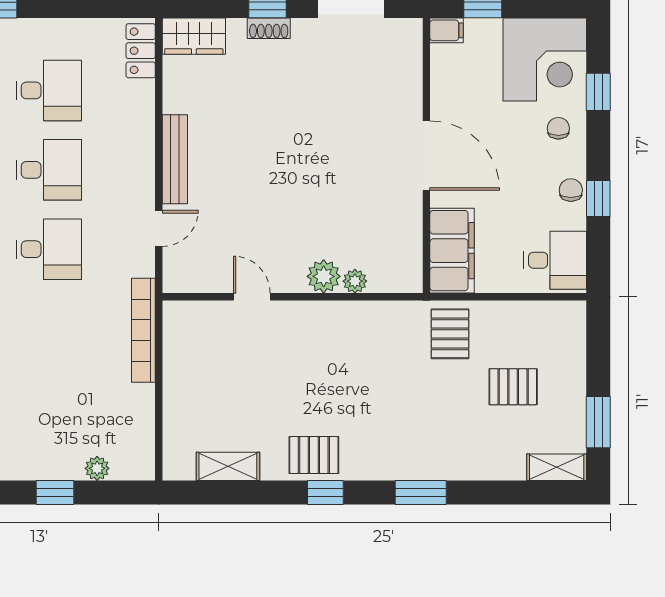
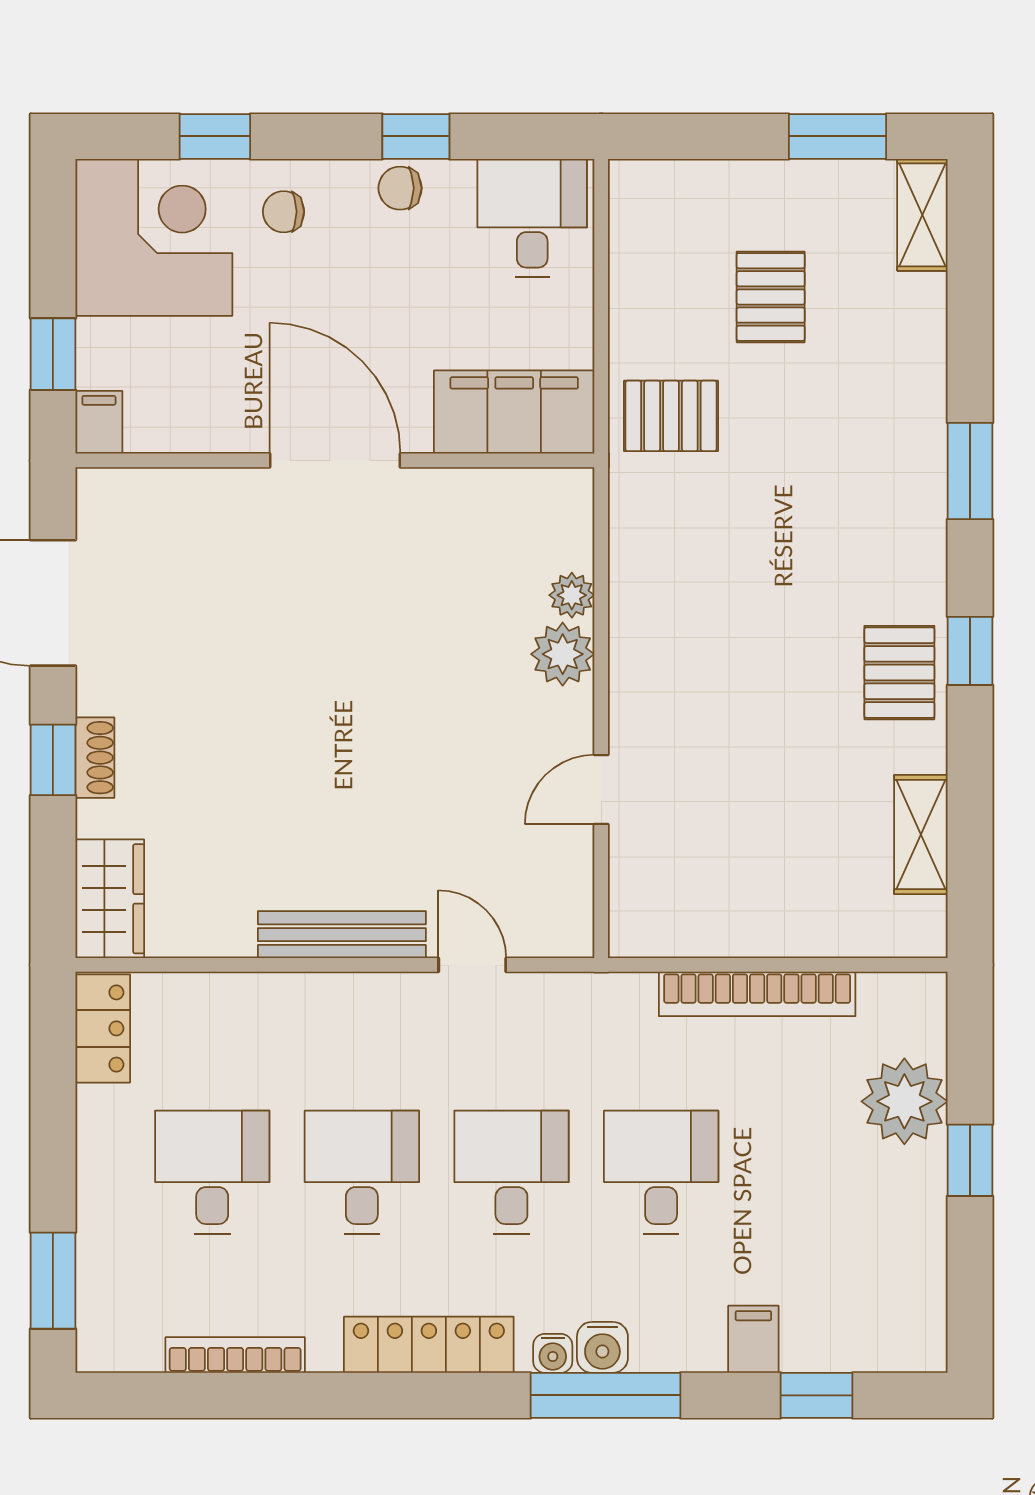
locker: (141, 51) -> (103, 1028), moved, turned -90
door: (426, 156) -> (335, 460), hinge flipped
desk: (49, 329) -> (661, 1172), added
bookcase: (143, 330) -> (757, 994), moved
plant: (97, 468) -> (904, 1101), width x1.87, depth x1.87

